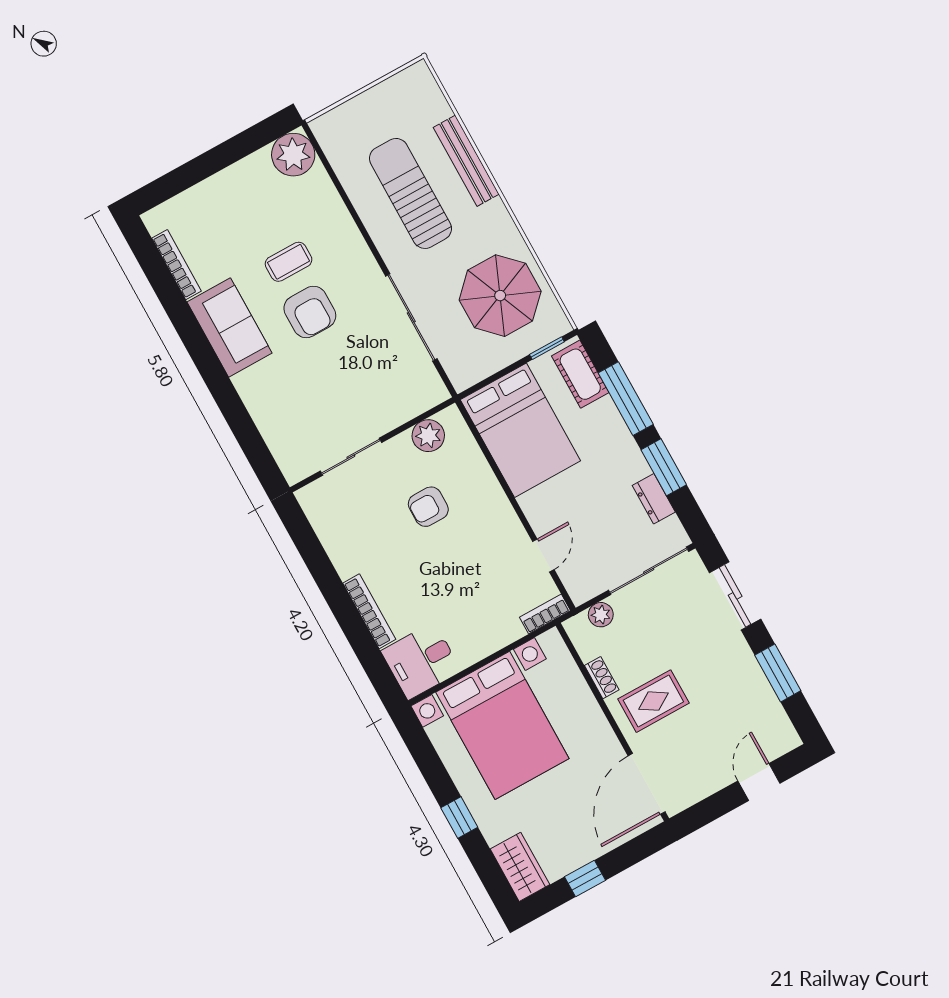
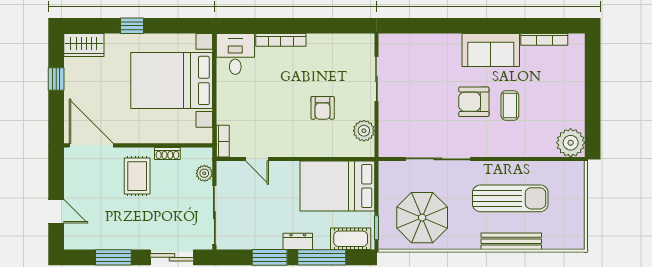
dresser: (654, 499) -> (298, 241), moved
armchair: (428, 507) -> (323, 108), turned 180

